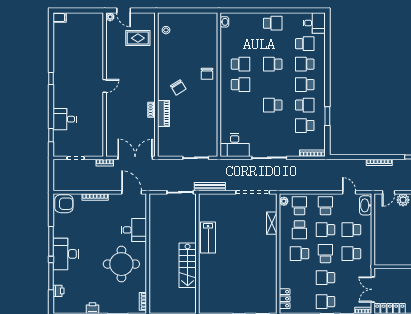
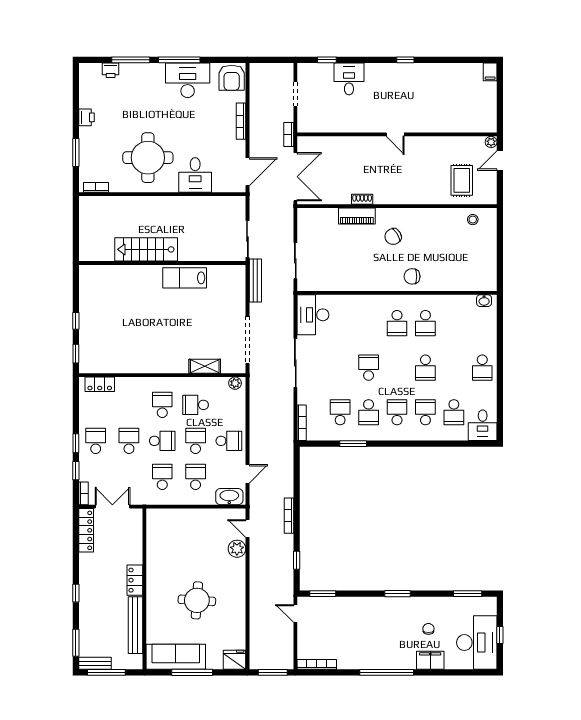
school desk: (273, 64) -> (425, 368), turned 180
school desk: (299, 206) -> (229, 405), removed
desk: (66, 254) -> (188, 80), moved

